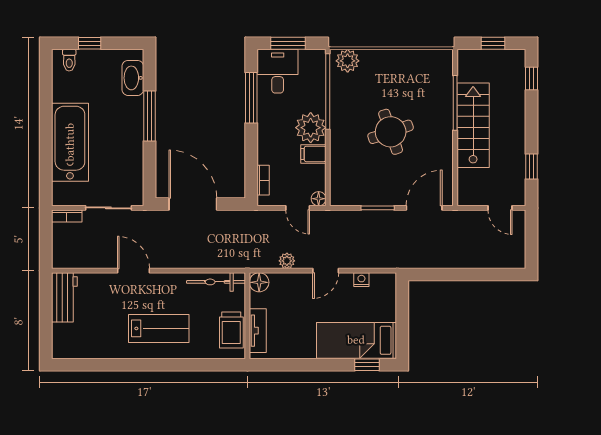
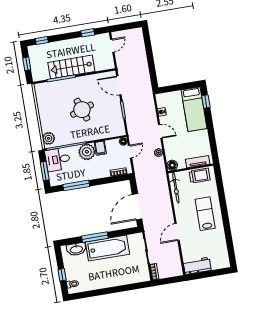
desk: (278, 71) -> (58, 159), moved
bathtub: (70, 142) -> (108, 248), moved, turned 180

